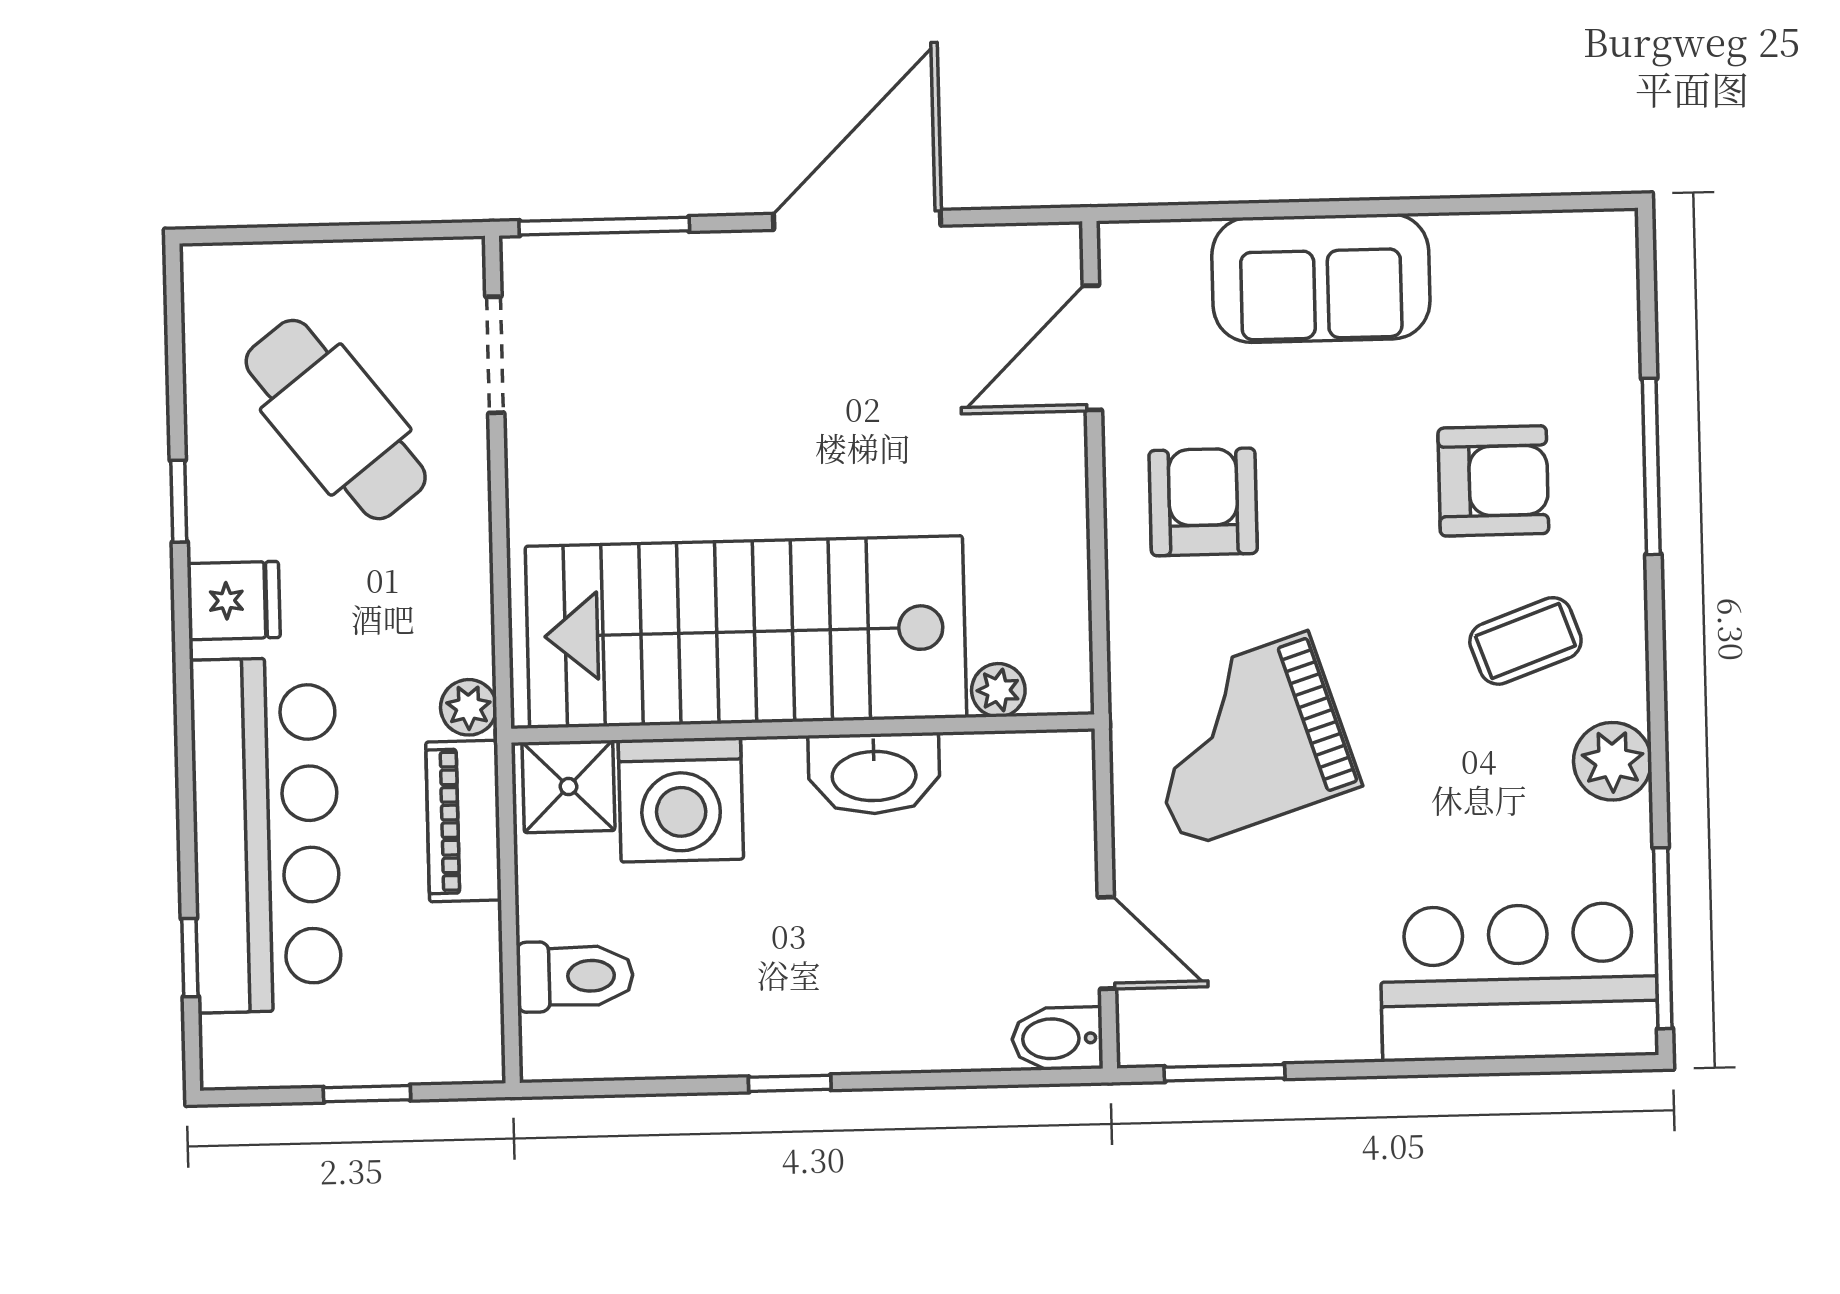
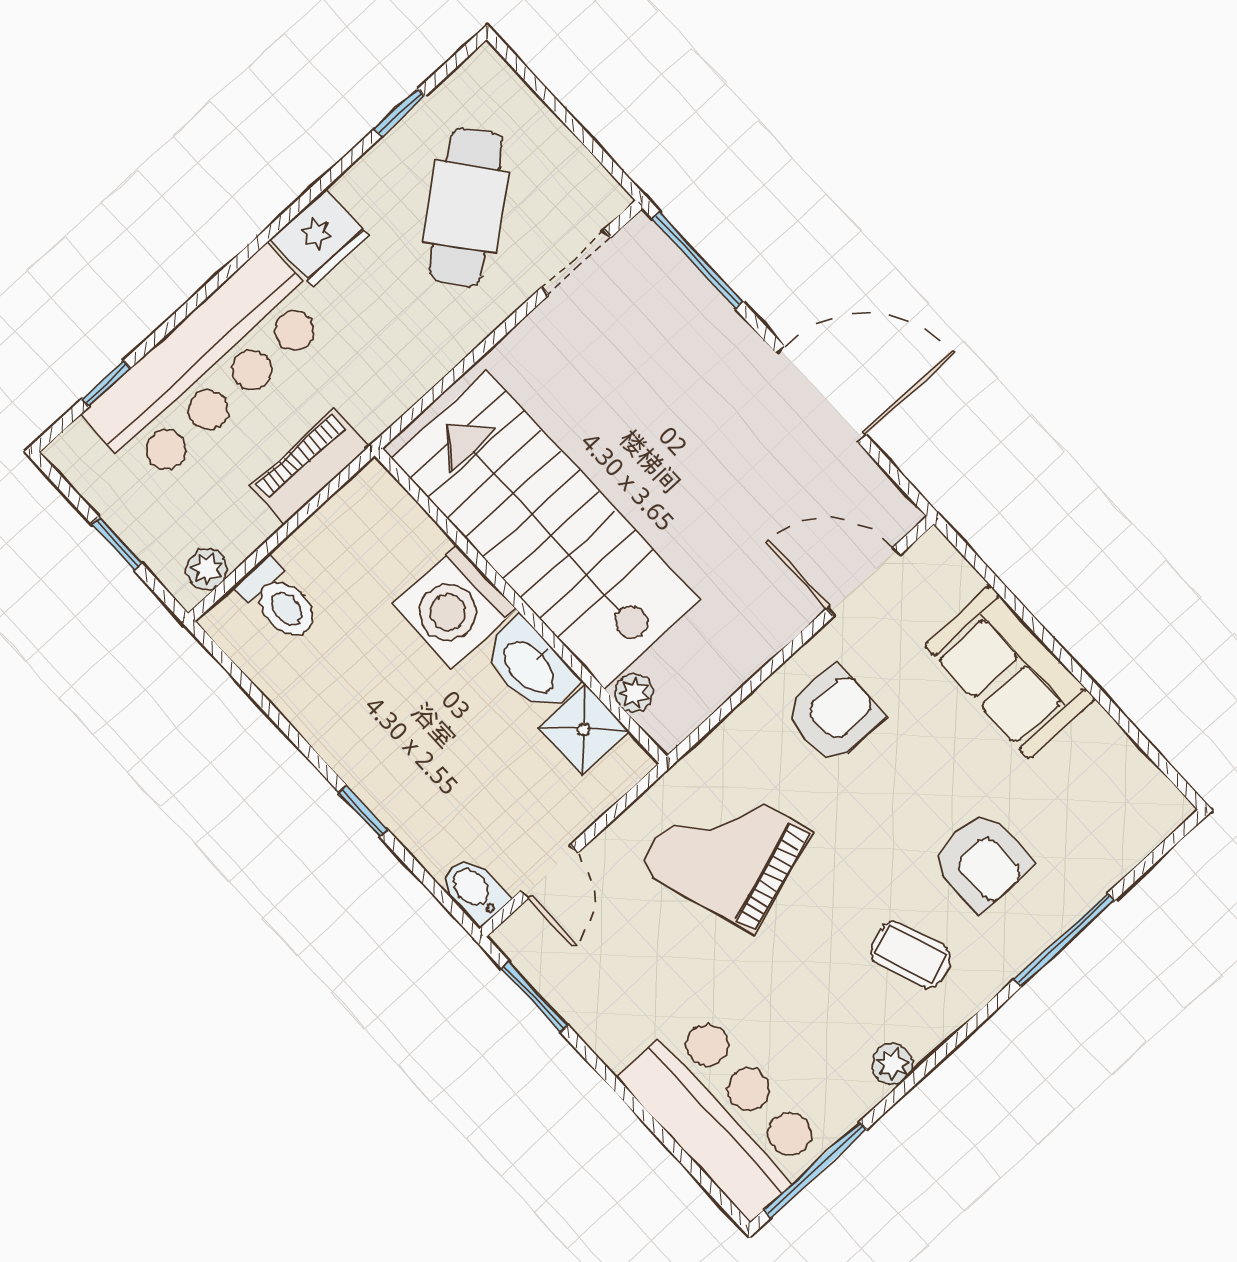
window: (179, 501) -> (400, 113), moved
fridge: (234, 601) -> (320, 238), width x1.38
plant: (469, 707) -> (207, 569), moved
plant: (1613, 761) -> (892, 1064), width x0.73, depth x0.73
shower: (568, 786) -> (584, 730), moved
washing machine: (681, 800) -> (454, 606), moved
window: (790, 1083) -> (363, 811), moved

